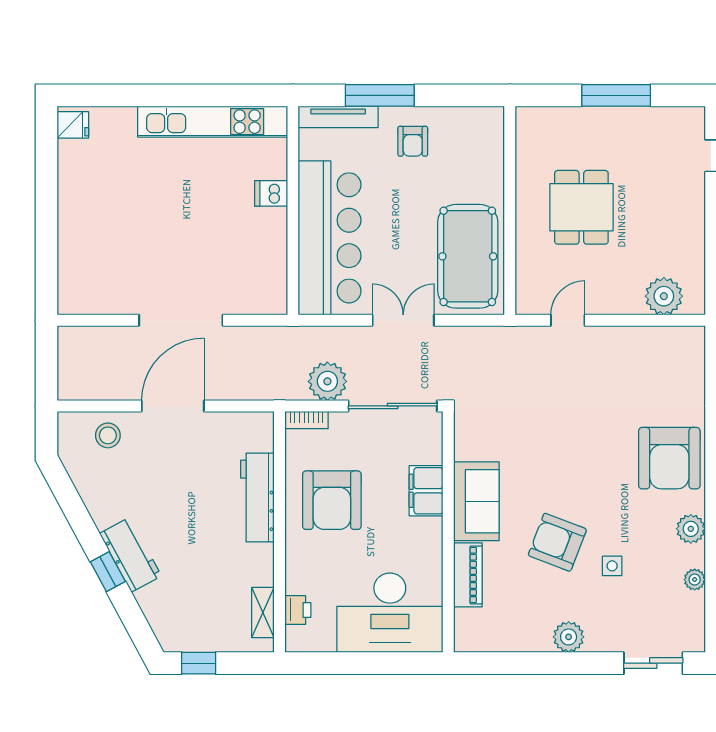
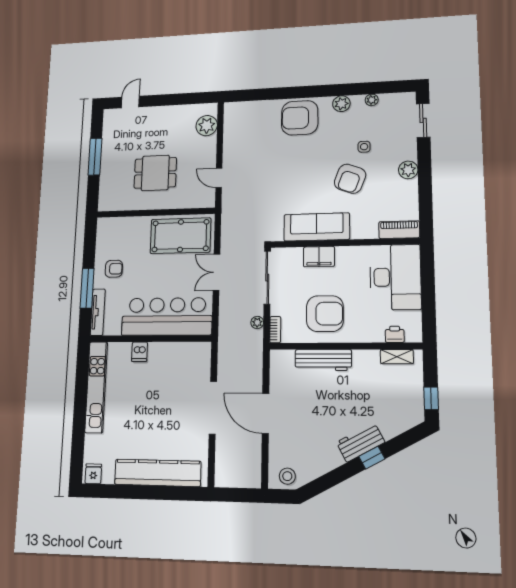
kitchen counter: (77, 233) -> (158, 473), added
plant: (327, 381) -> (257, 322), width x0.53, depth x0.53
stool: (108, 435) -> (287, 476), moved
armchair: (669, 458) -> (300, 118), turned 180
sofa: (476, 501) -> (317, 227), width x1.36
piano: (468, 575) -> (399, 230), moved

